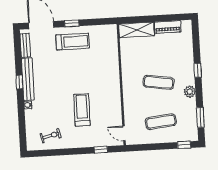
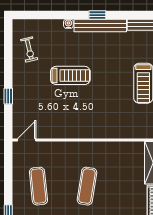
treadmill: (82, 110) -> (70, 75), moved
window: (101, 150) -> (8, 96), moved

